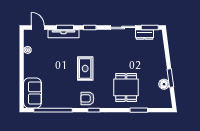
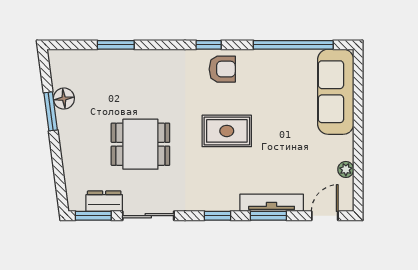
door: (38, 27) -> (325, 216), swing flipped
rug: (85, 69) -> (227, 131), turned 90
dining table: (126, 87) -> (140, 144), moved, turned 90
sofa: (32, 93) -> (336, 92), width x1.36

